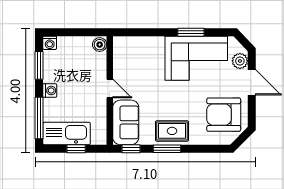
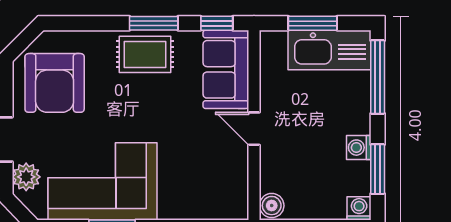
washing machine: (50, 91) -> (359, 148), moved
armchair: (224, 115) -> (55, 83), turned 90
window: (76, 149) -> (313, 23), width x1.50

